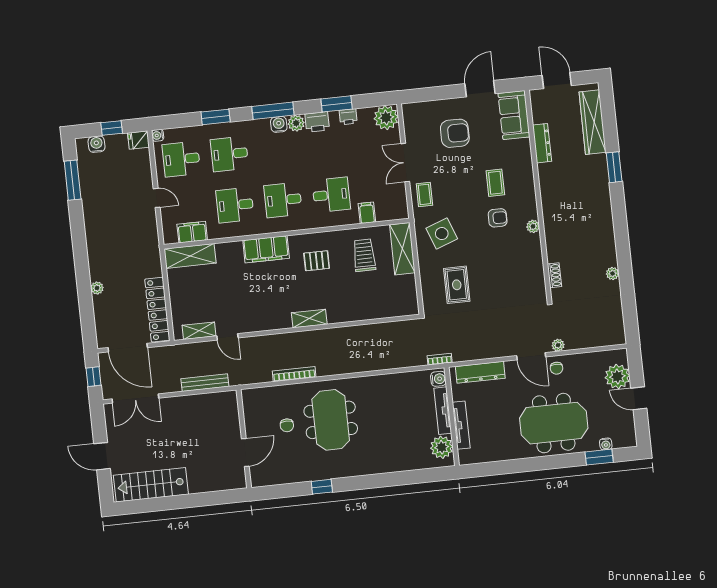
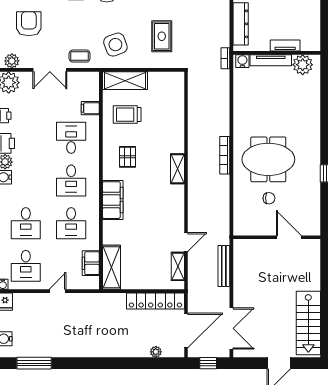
plant: (411, 119) -> (12, 61), added
rug: (457, 285) -> (162, 36), turned 90
plant: (97, 288) -> (156, 352), moved
bookcase: (294, 374) -> (225, 155), moved
tv unit: (461, 425) -> (285, 46), width x0.71

